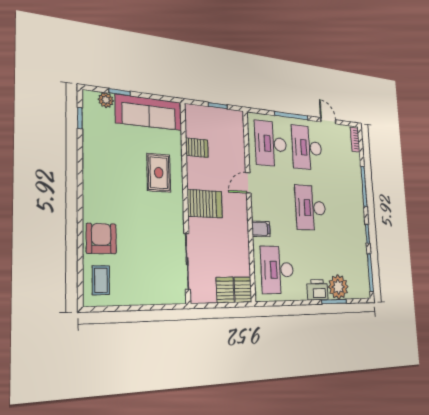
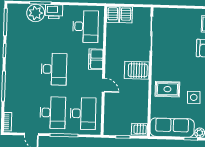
server rack: (197, 148) -> (139, 129), moved
side table: (117, 157) -> (194, 97), added
rug: (159, 173) -> (167, 89), turned 90
door: (248, 183) -> (103, 85), hinge flipped
filing cabinet: (261, 229) -> (96, 59), width x2.00

